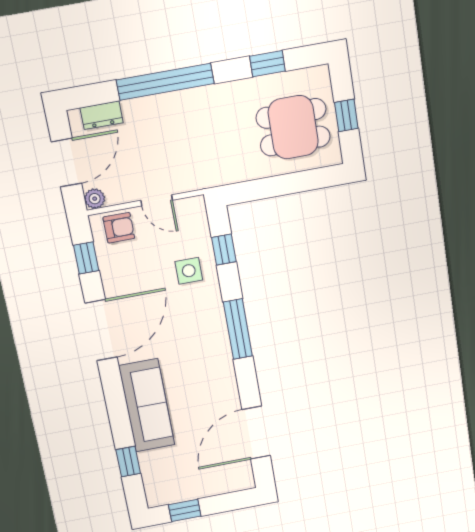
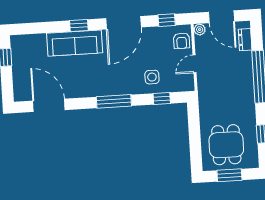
window: (346, 115) -> (229, 175), width x1.50
door: (101, 330) -> (124, 23), hinge flipped
window: (128, 461) -> (79, 25), moved

